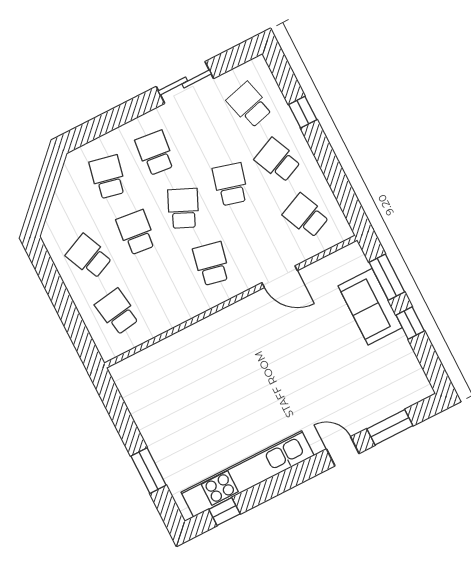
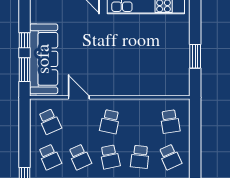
school desk: (230, 184) -> (80, 157), turned -39
school desk: (183, 208) -> (110, 157), turned -36
sofa: (370, 307) -> (44, 59), width x1.85, depth x1.27
window: (148, 471) -> (195, 56), moved

